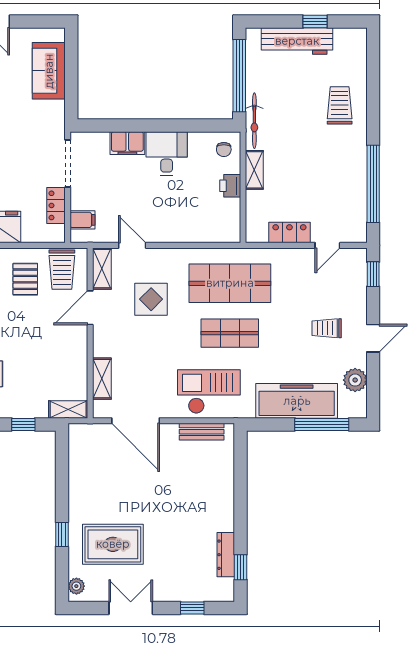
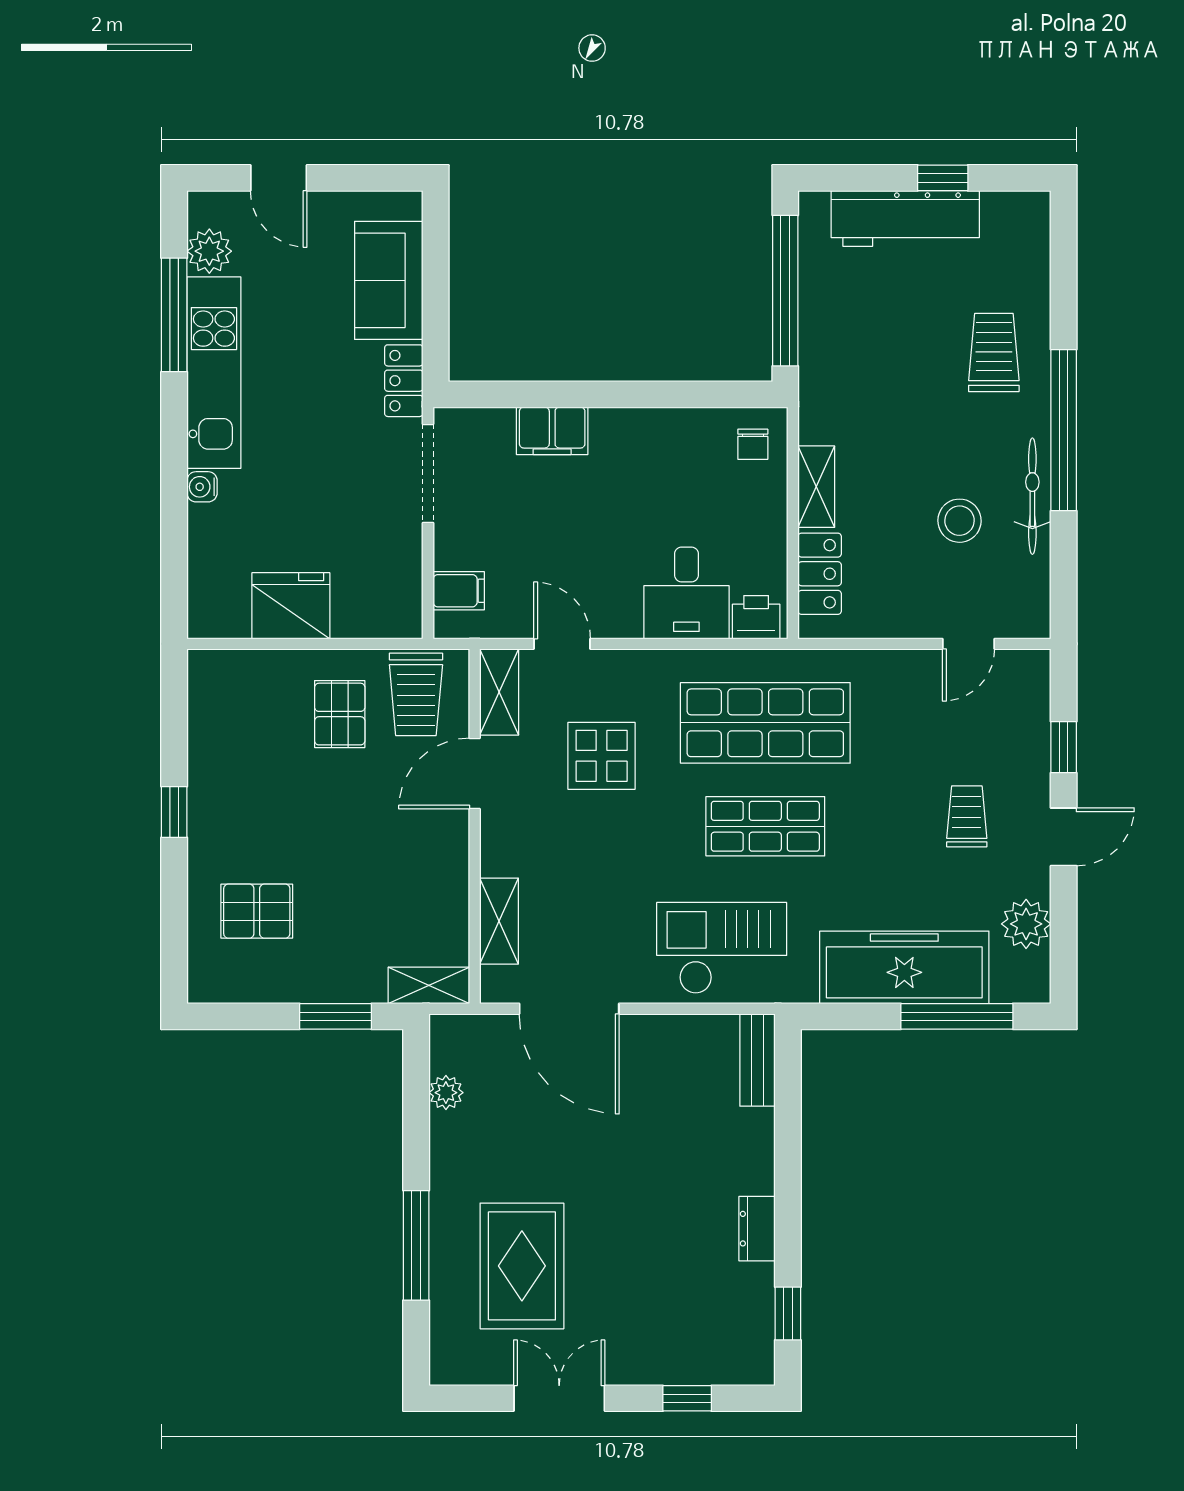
bicycle: (254, 121) -> (1032, 496), moved, turned 180
desk: (167, 154) -> (686, 593), moved, turned 180
window: (373, 184) -> (1064, 430), moved
printer: (230, 186) -> (756, 617), moved, turned 90
stool: (323, 186) -> (959, 521), added
locker: (56, 205) -> (404, 381), moved
locker: (289, 233) -> (820, 574), moved, turned 90
window: (373, 274) -> (1064, 747), moved
trolley: (327, 328) -> (967, 816), turned 90
window: (23, 424) -> (336, 1016), width x1.50
bench: (202, 432) -> (757, 1060), moved, turned 90
window: (62, 534) -> (416, 1245), width x2.17
rug: (113, 544) -> (522, 1266), turned 90
dresser: (226, 555) -> (757, 1229), moved, width x0.70
plant: (76, 586) -> (446, 1093), moved

